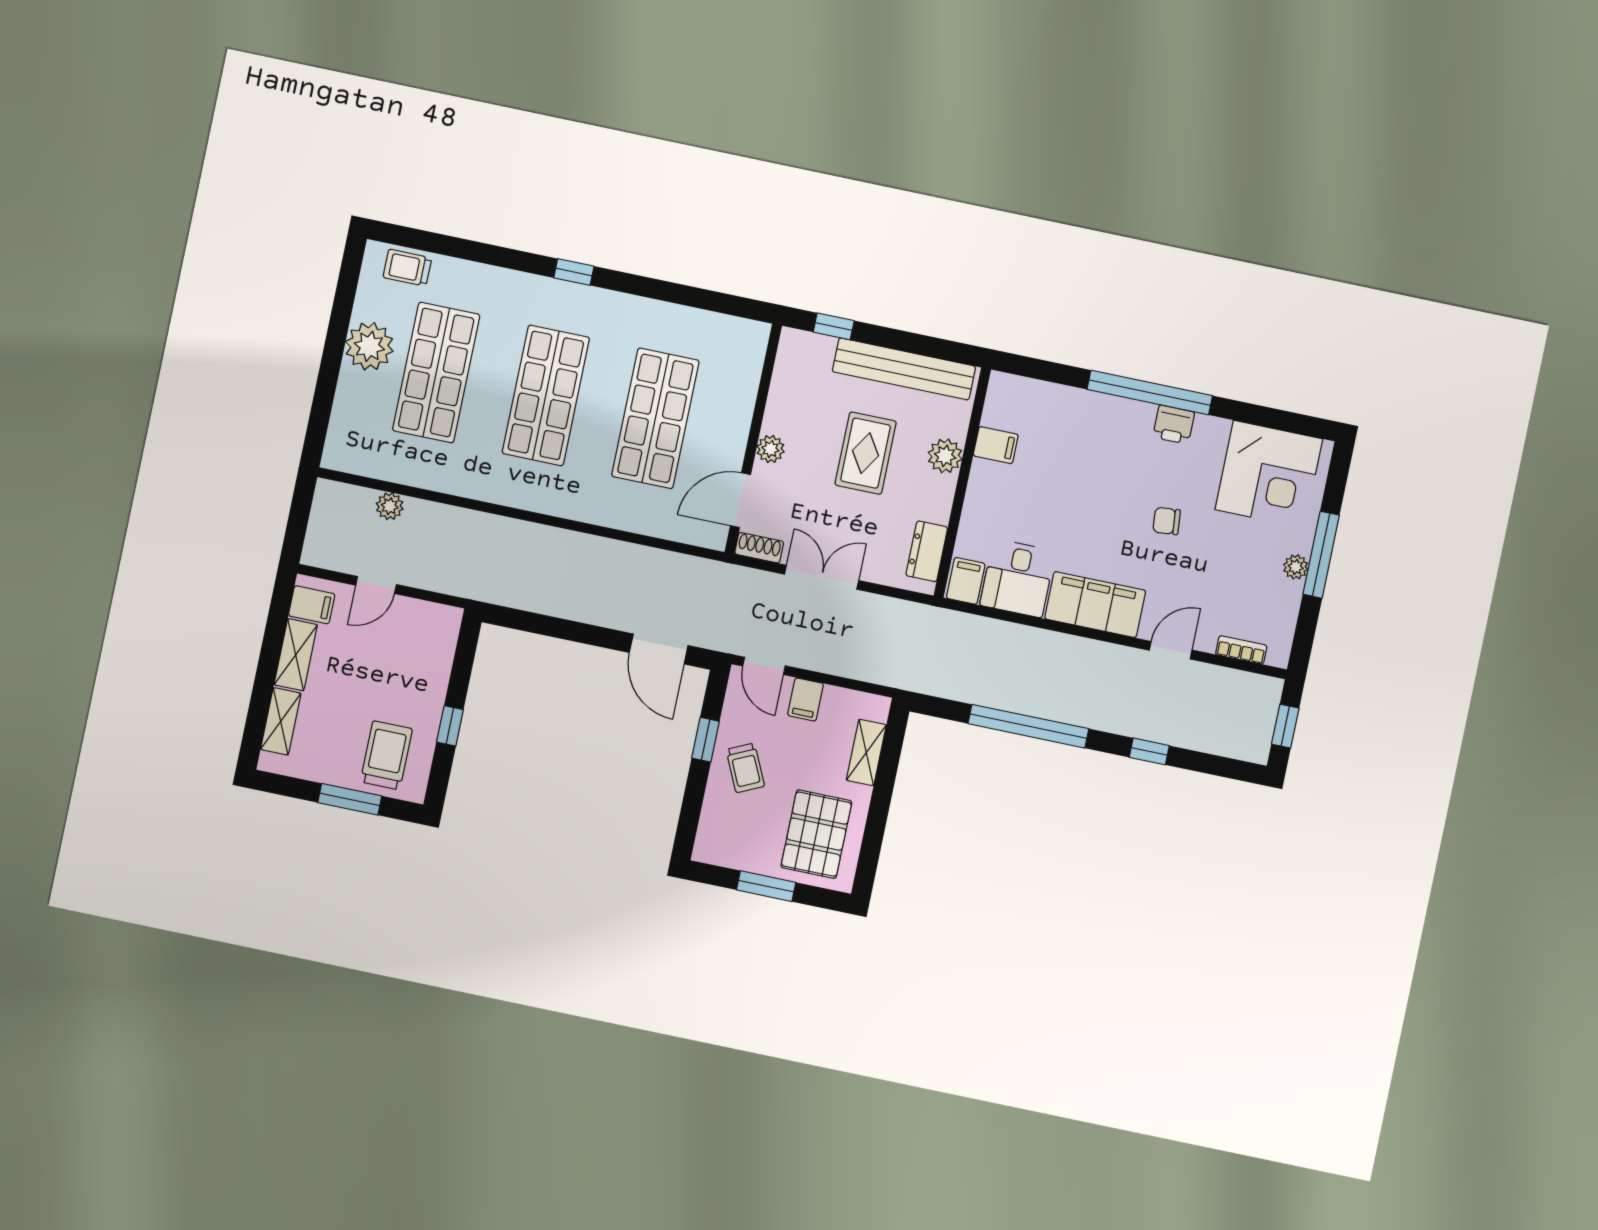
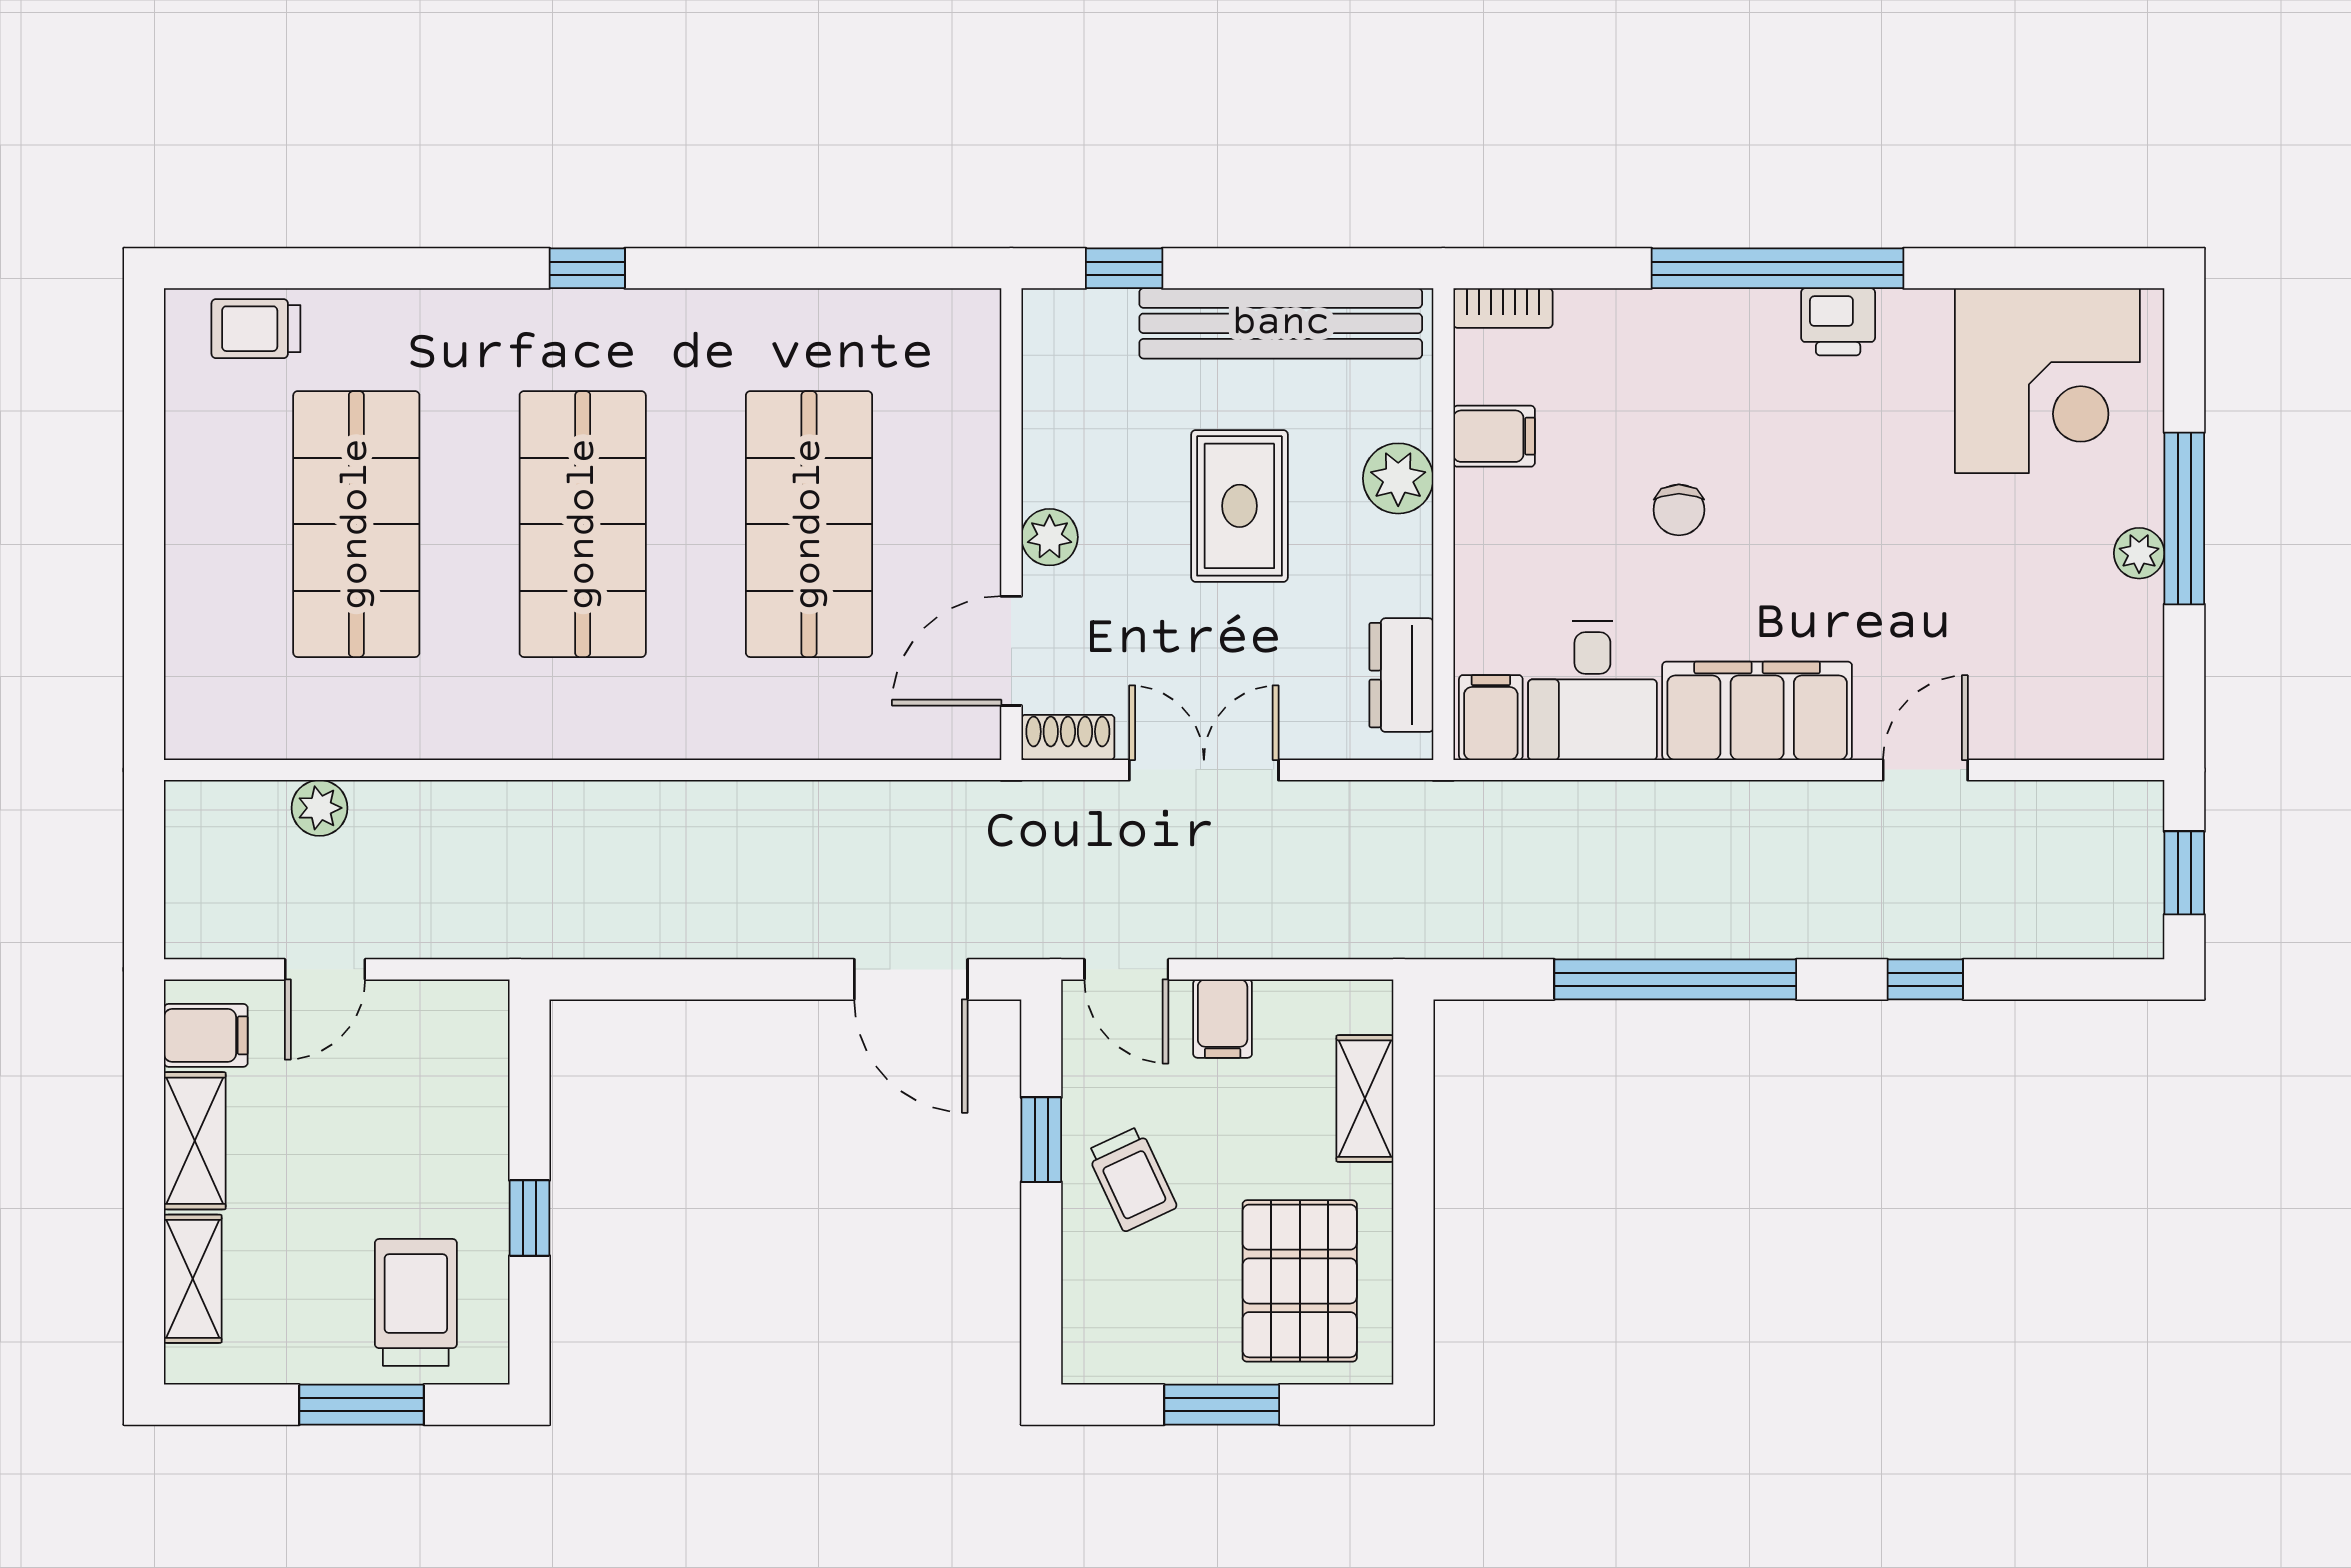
plant: (369, 346) -> (213, 500), removed
chair: (1167, 521) -> (1679, 510), moved, turned -85
bookcase: (1241, 650) -> (1503, 308), moved, turned 180

